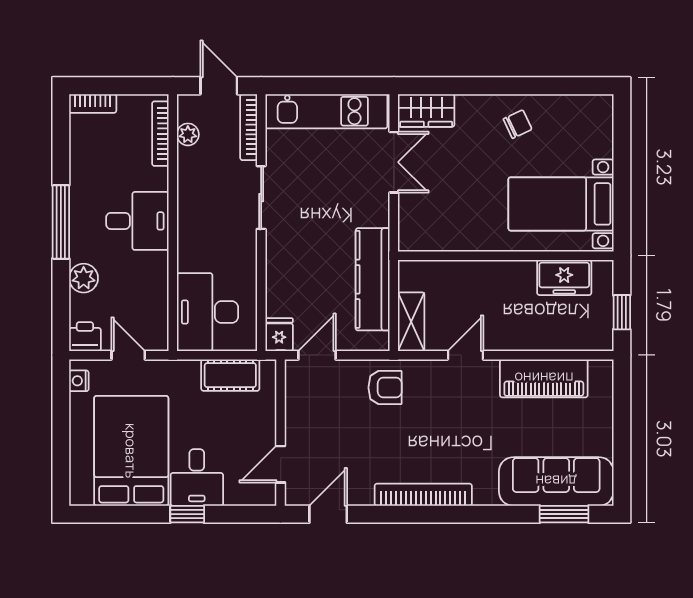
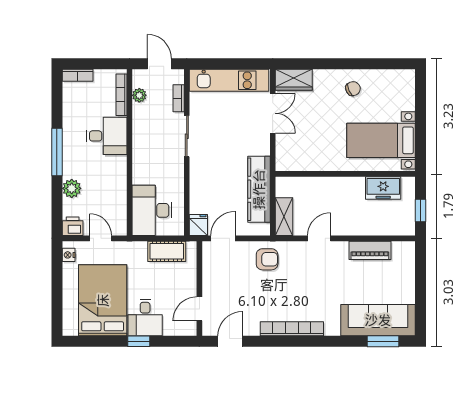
bookcase: (249, 127) -> (179, 98), width x0.64
desk: (137, 221) -> (107, 136), moved
piano: (544, 378) -> (370, 250), width x0.73, depth x0.75

